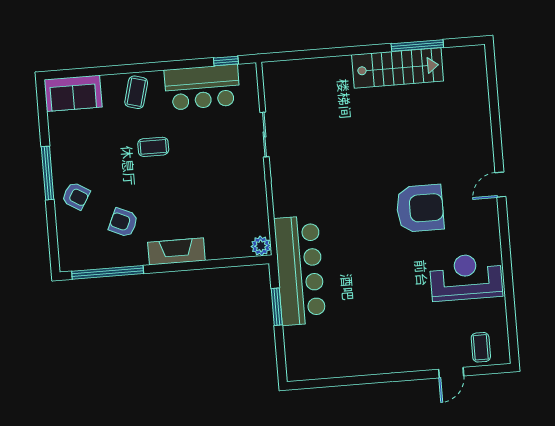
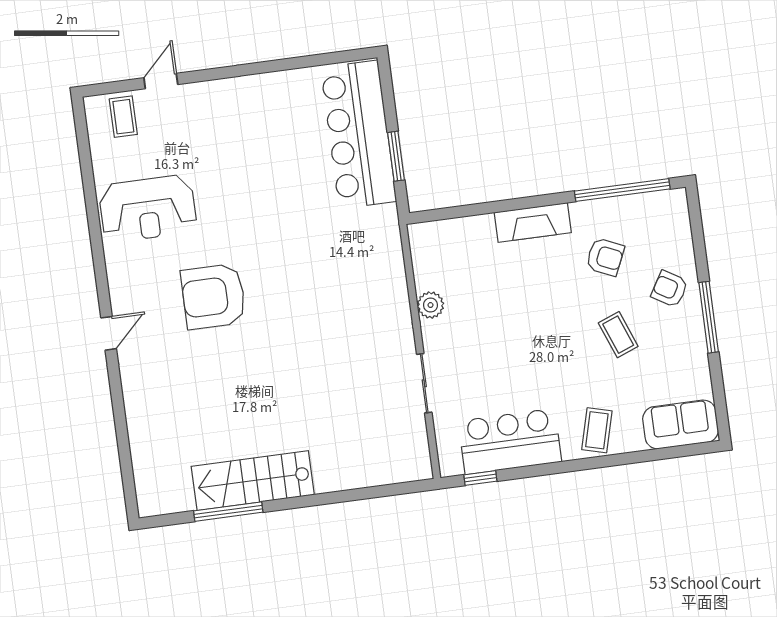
coffee table: (153, 147) -> (618, 335), moved, turned 69
plant: (261, 246) -> (430, 305), moved
bar counter: (300, 270) -> (359, 134), moved

